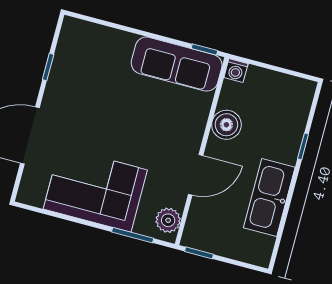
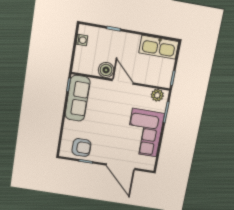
armchair: (77, 61) -> (81, 148), added
washing machine: (236, 71) -> (82, 40), moved
door: (196, 175) -> (123, 82), moved
kitchen sink: (269, 198) -> (159, 47), moved

